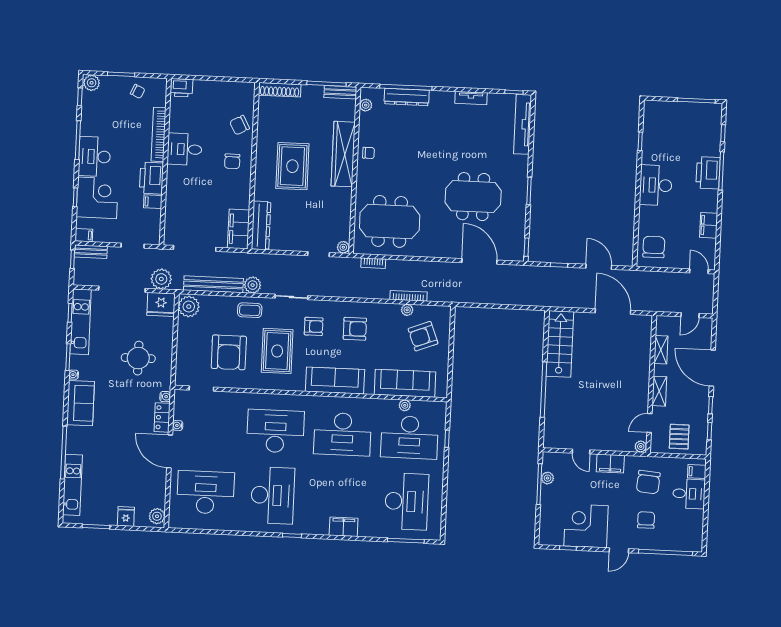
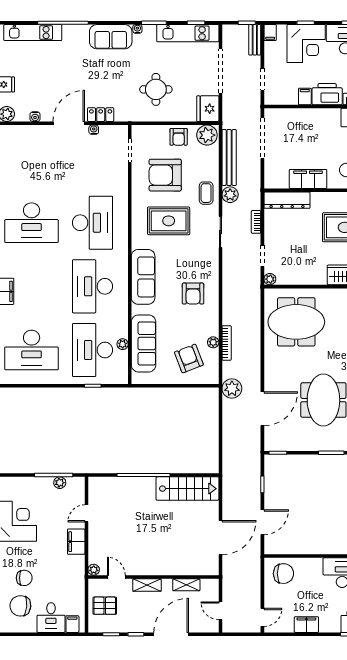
meeting table: (390, 221) -> (296, 322), turned 90
filing cabinet: (239, 229) -> (308, 179), moved
bookcase: (373, 263) -> (256, 222), moved
plant: (161, 279) -> (232, 389), moved
armchair: (314, 326) -> (179, 137), moved
water cooler: (165, 397) -> (35, 117), moved
chair: (648, 482) -> (20, 606), moved
desk: (206, 492) -> (32, 159), removed

